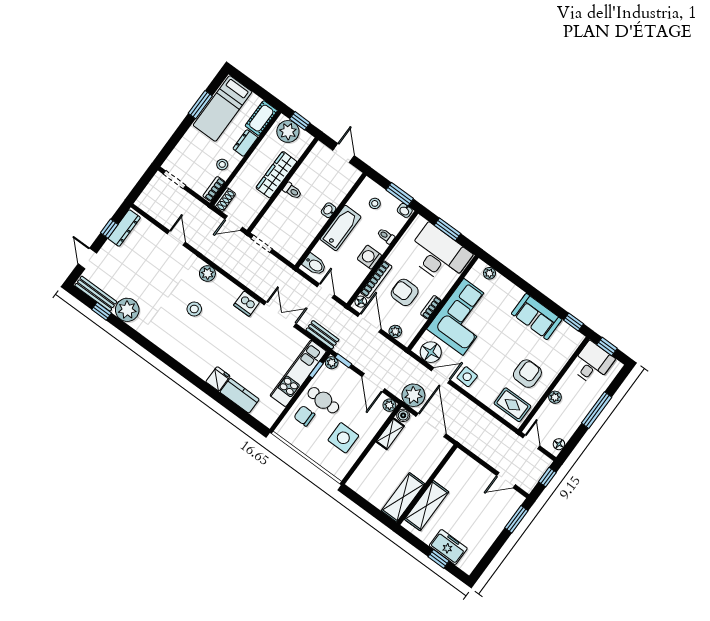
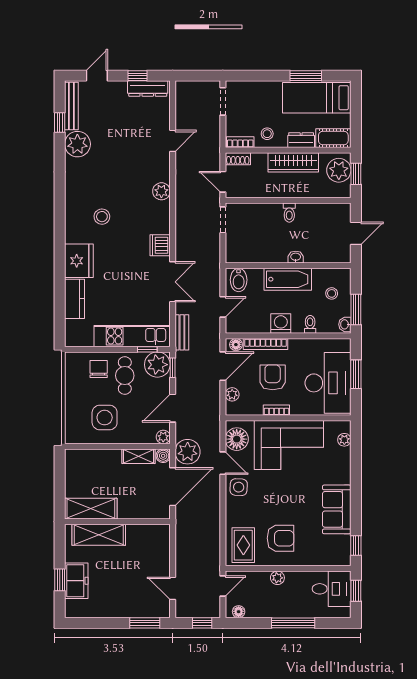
wardrobe: (276, 175) -> (293, 162), moved, turned 180
stool: (194, 309) -> (102, 217), moved
plant: (332, 363) -> (157, 365), width x1.87, depth x1.87
fridge: (218, 379) -> (79, 261), width x1.88, depth x1.34

